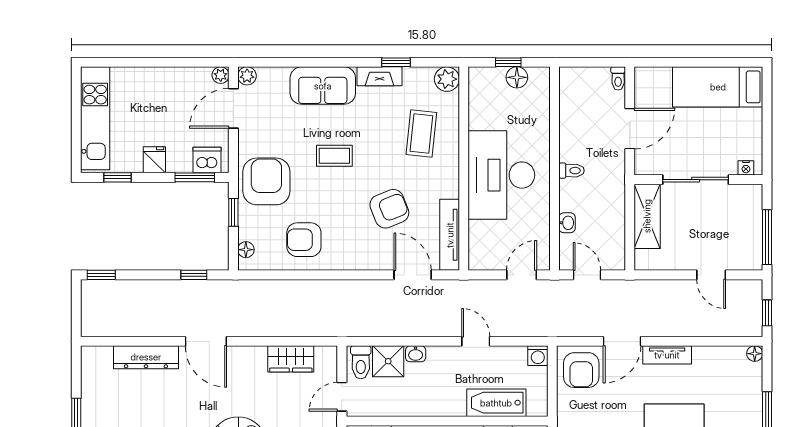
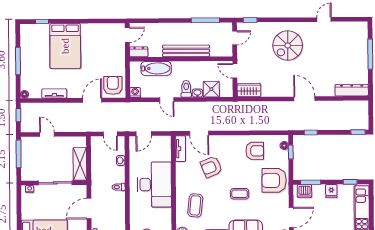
armchair: (266, 181) -> (274, 180), turned 90
window: (233, 212) -> (291, 152), moved
tv unit: (450, 235) -> (180, 149), width x0.71
tv unit: (667, 355) -> (54, 93), moved
dresser: (146, 357) -> (352, 90), moved
wardrobe: (291, 359) -> (249, 90), moved
toilet: (361, 362) -> (186, 89), moved
door: (342, 397) -> (235, 71), swing flipped

